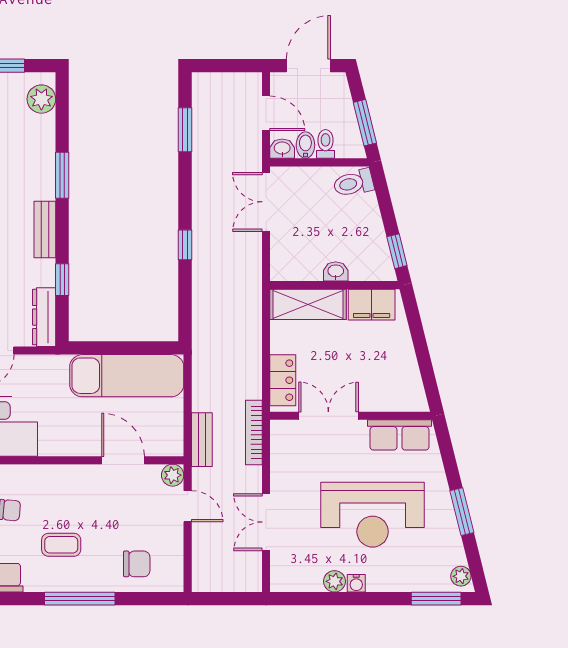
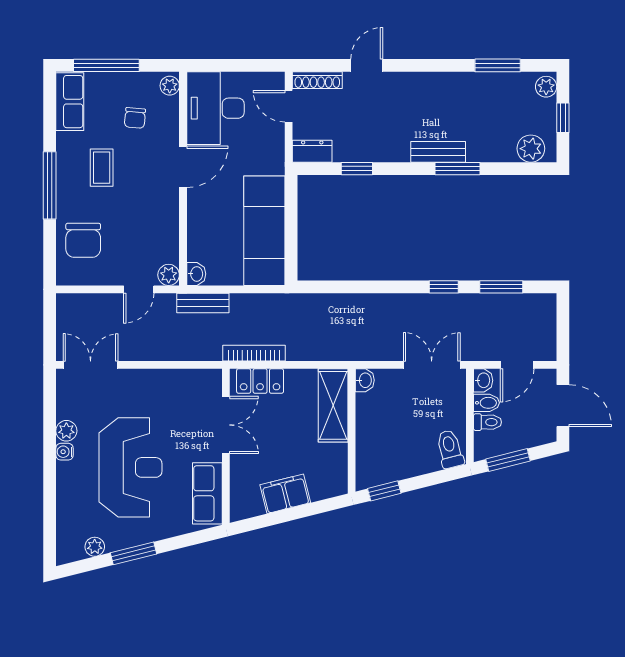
bench: (45, 230) -> (438, 152), moved
window: (185, 245) -> (444, 287), moved
washbasin: (336, 271) -> (365, 380), moved
filing cabinet: (372, 305) -> (285, 494), moved, turned 76
dresser: (44, 317) -> (312, 151), width x0.70
bookcase: (254, 432) -> (254, 353), moved
washbasin: (172, 447) -> (196, 274), added
door: (123, 460) -> (183, 167), moved
reception desk: (373, 515) -> (131, 467), turned 180
double door: (266, 522) -> (91, 365), moved
chair: (137, 564) -> (83, 240), width x1.37, depth x1.37
plant: (461, 576) -> (95, 547), moved
window: (436, 599) -> (50, 529), removed

